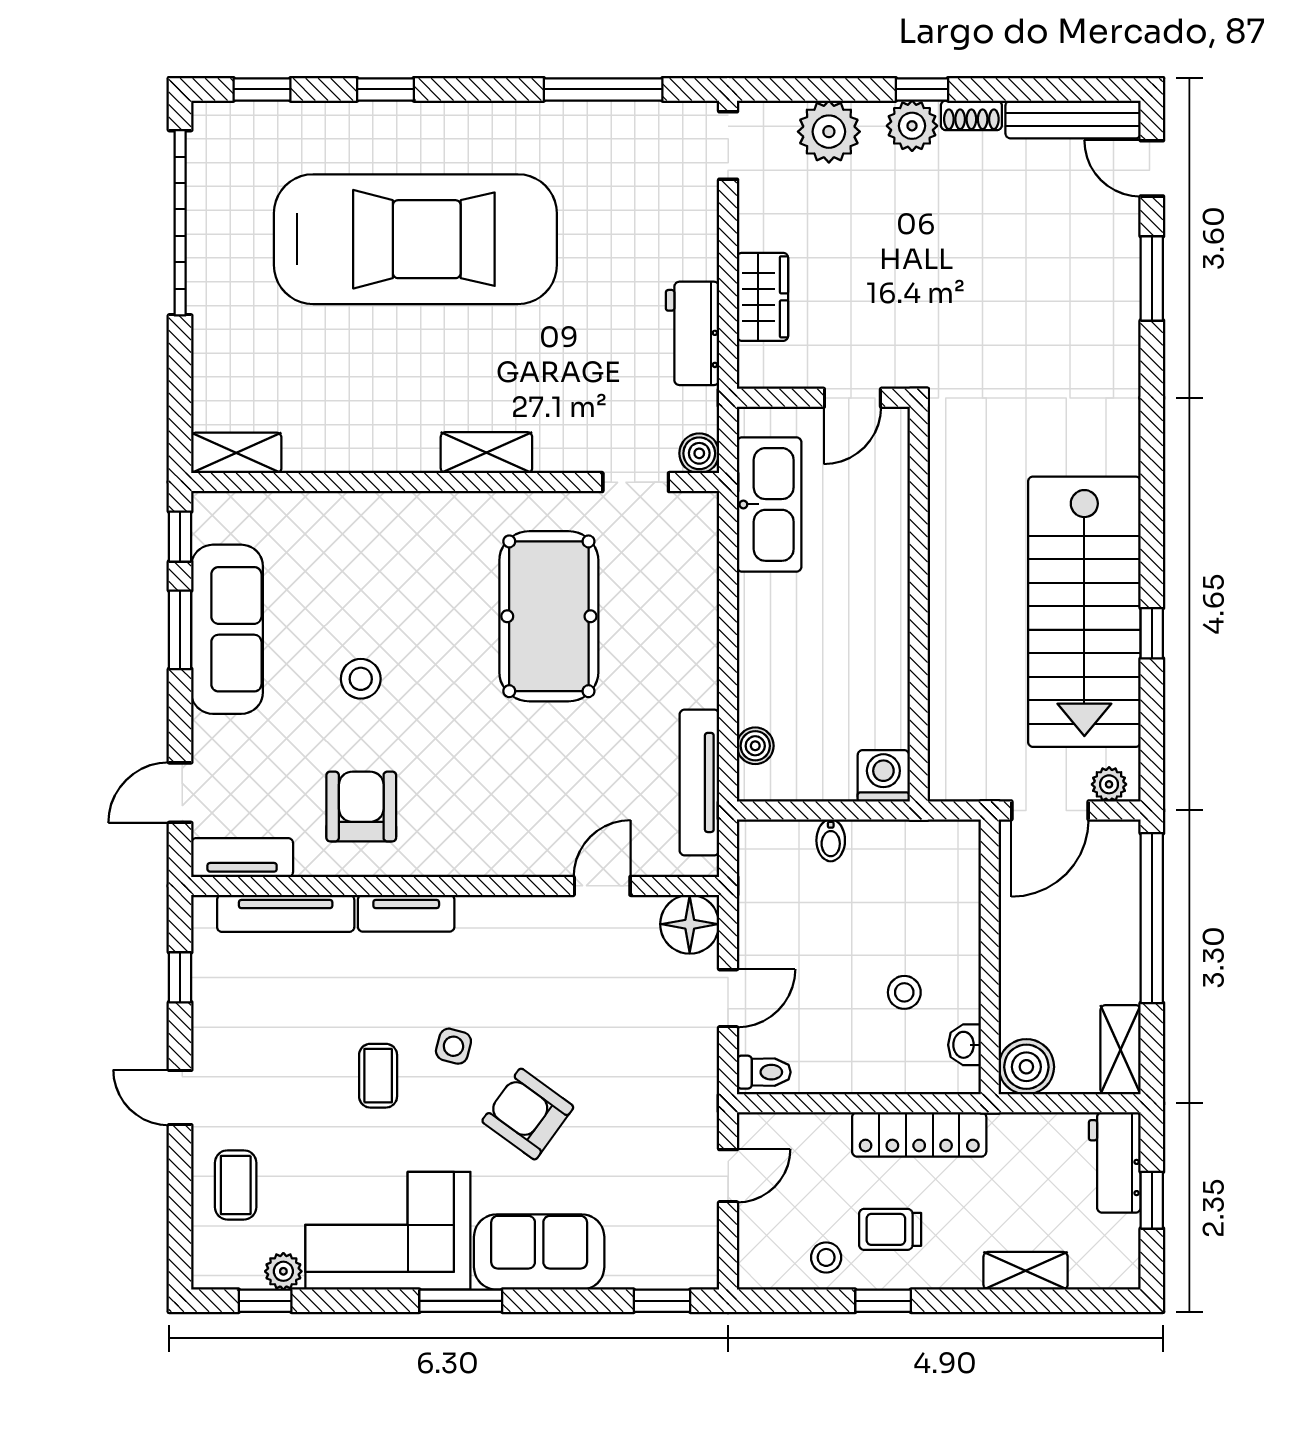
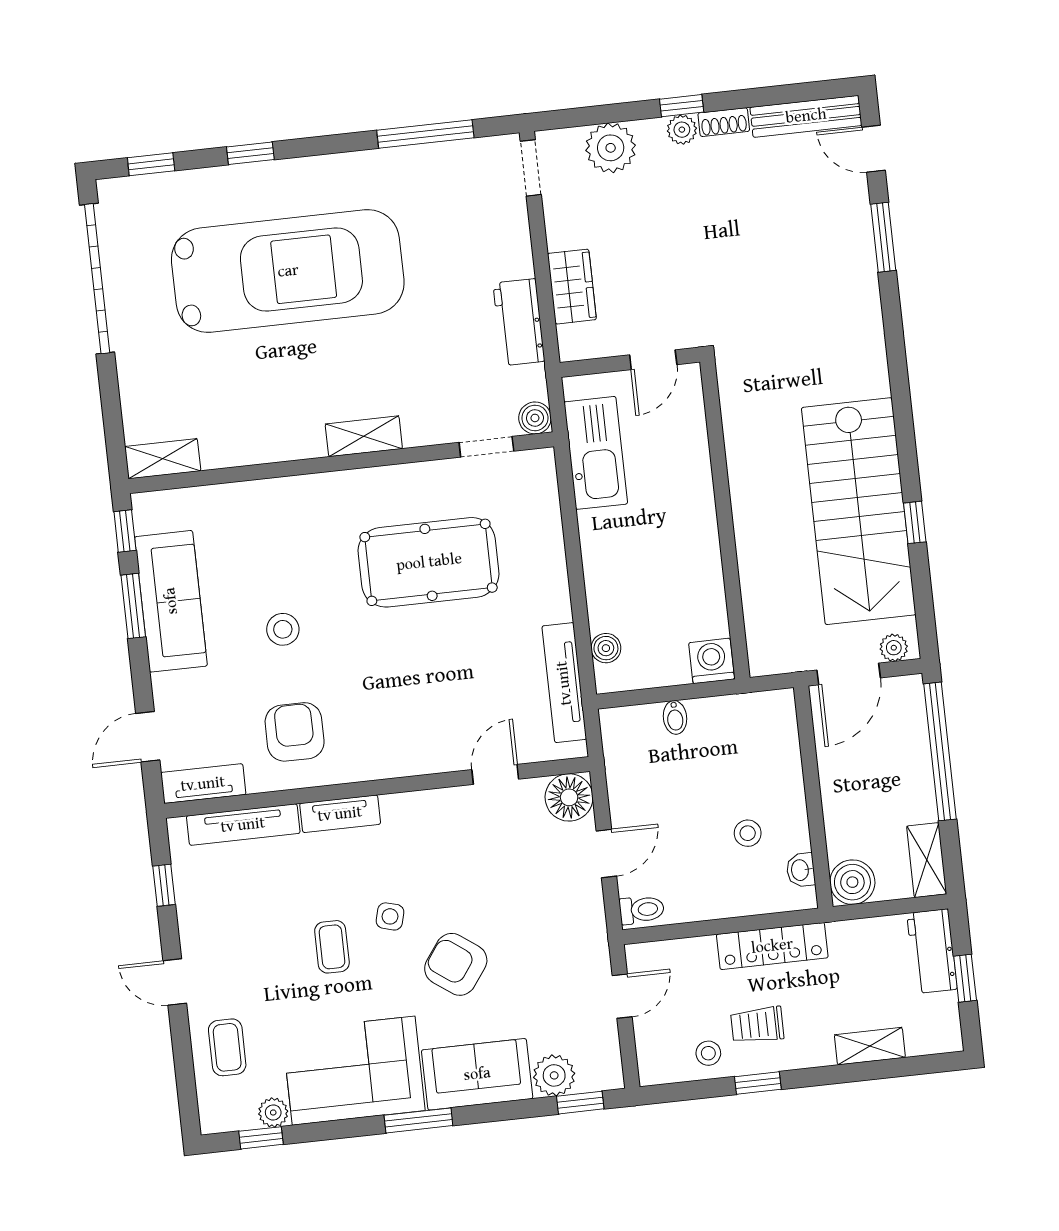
plant: (912, 126) -> (682, 130), width x0.73, depth x0.73
pool table: (549, 616) -> (429, 562), turned 90
plant: (634, 1264) -> (554, 1075), added

